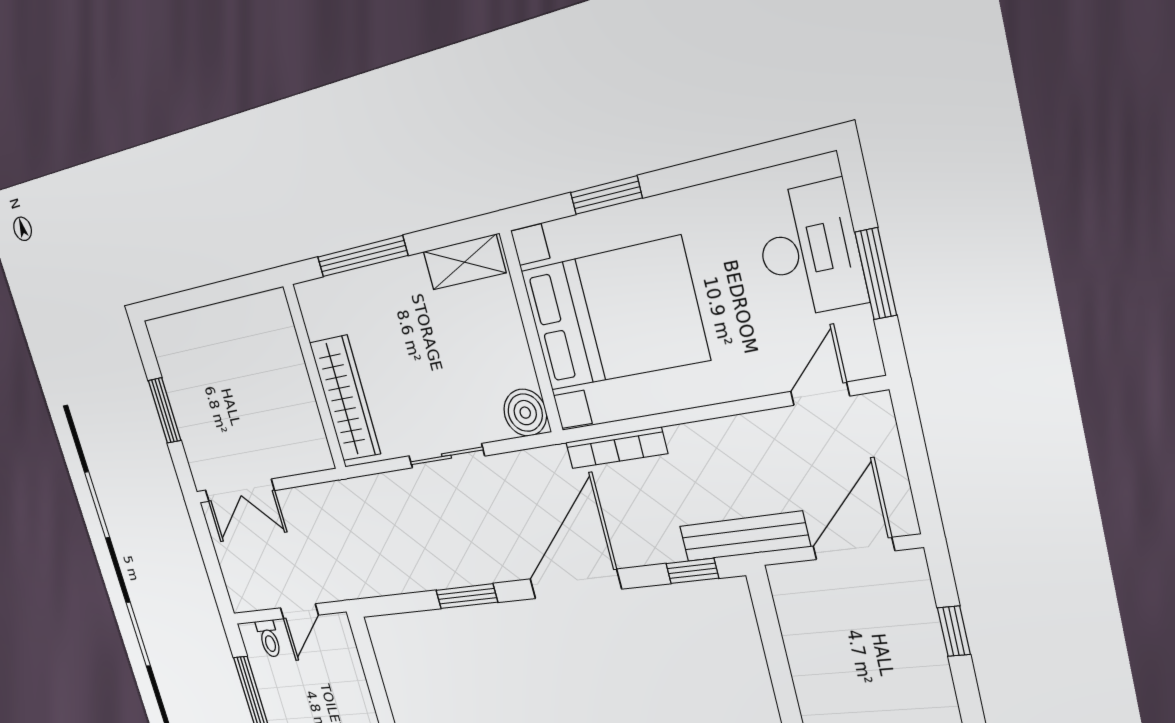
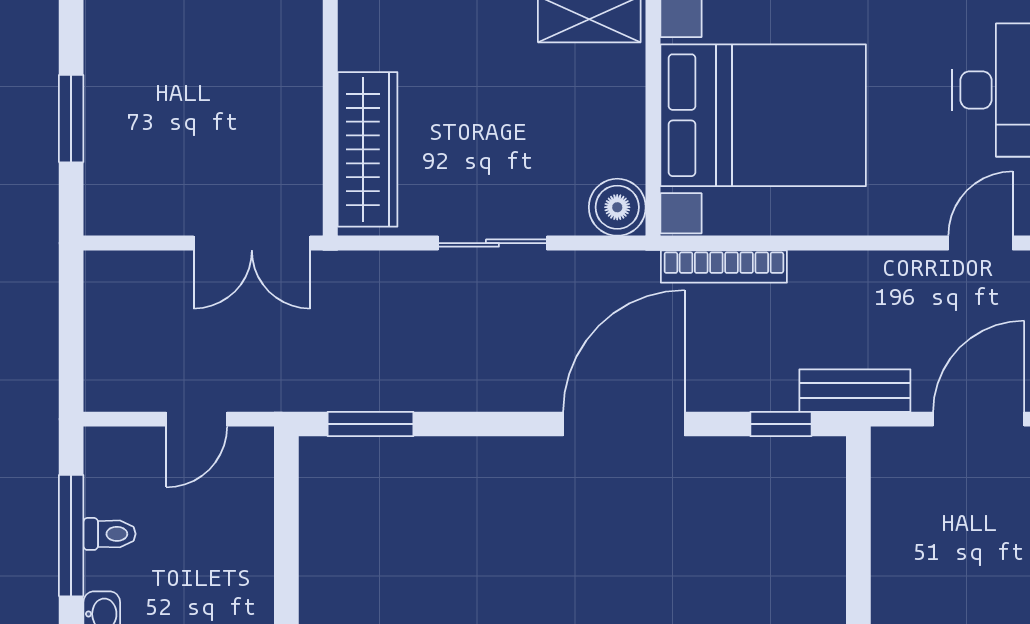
double door: (240, 490) -> (252, 243), moved
bench: (744, 536) -> (855, 391), width x0.73
window: (467, 596) -> (371, 424), moved
toilet: (269, 639) -> (110, 534), moved, turned -90

